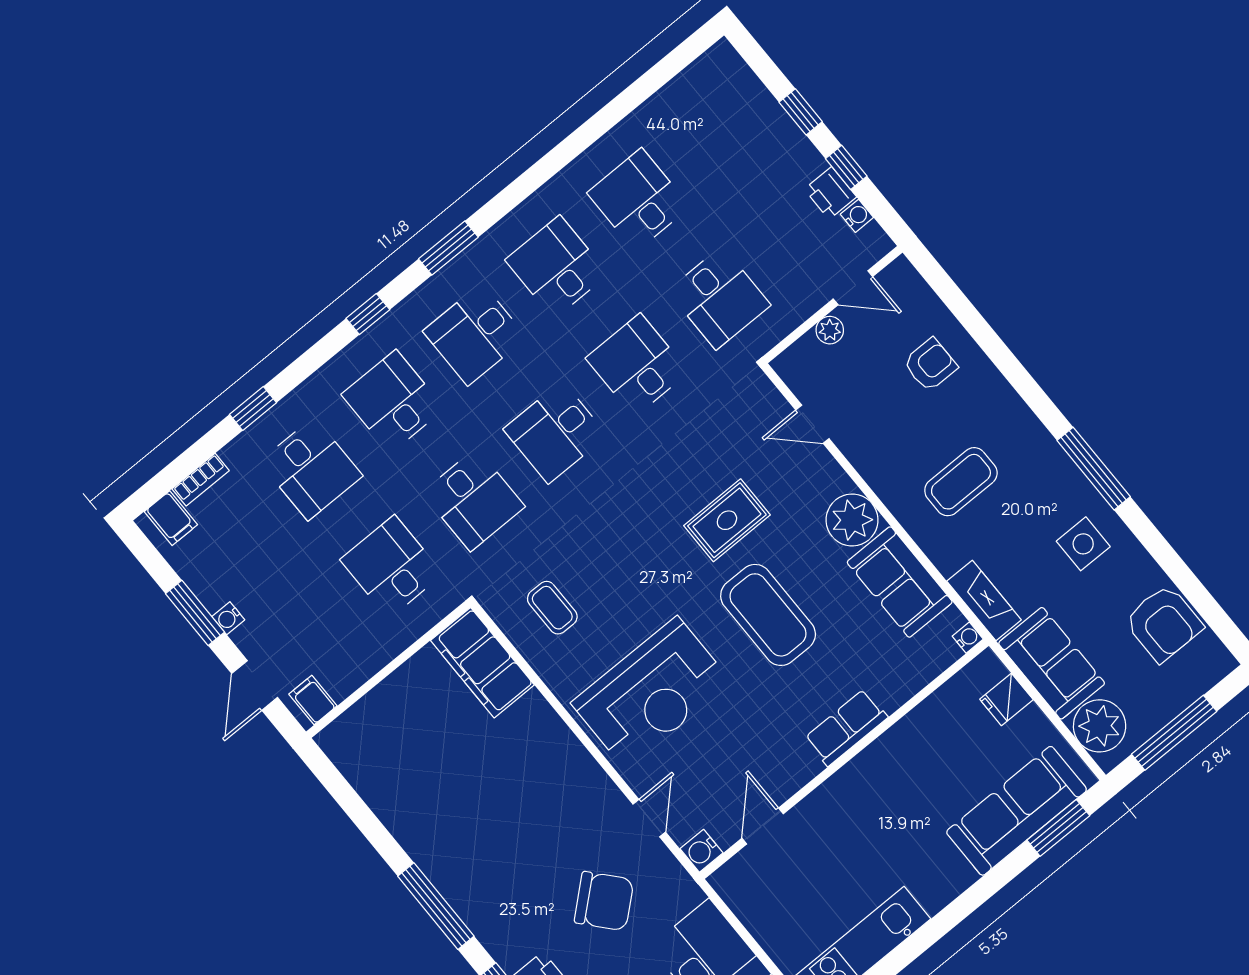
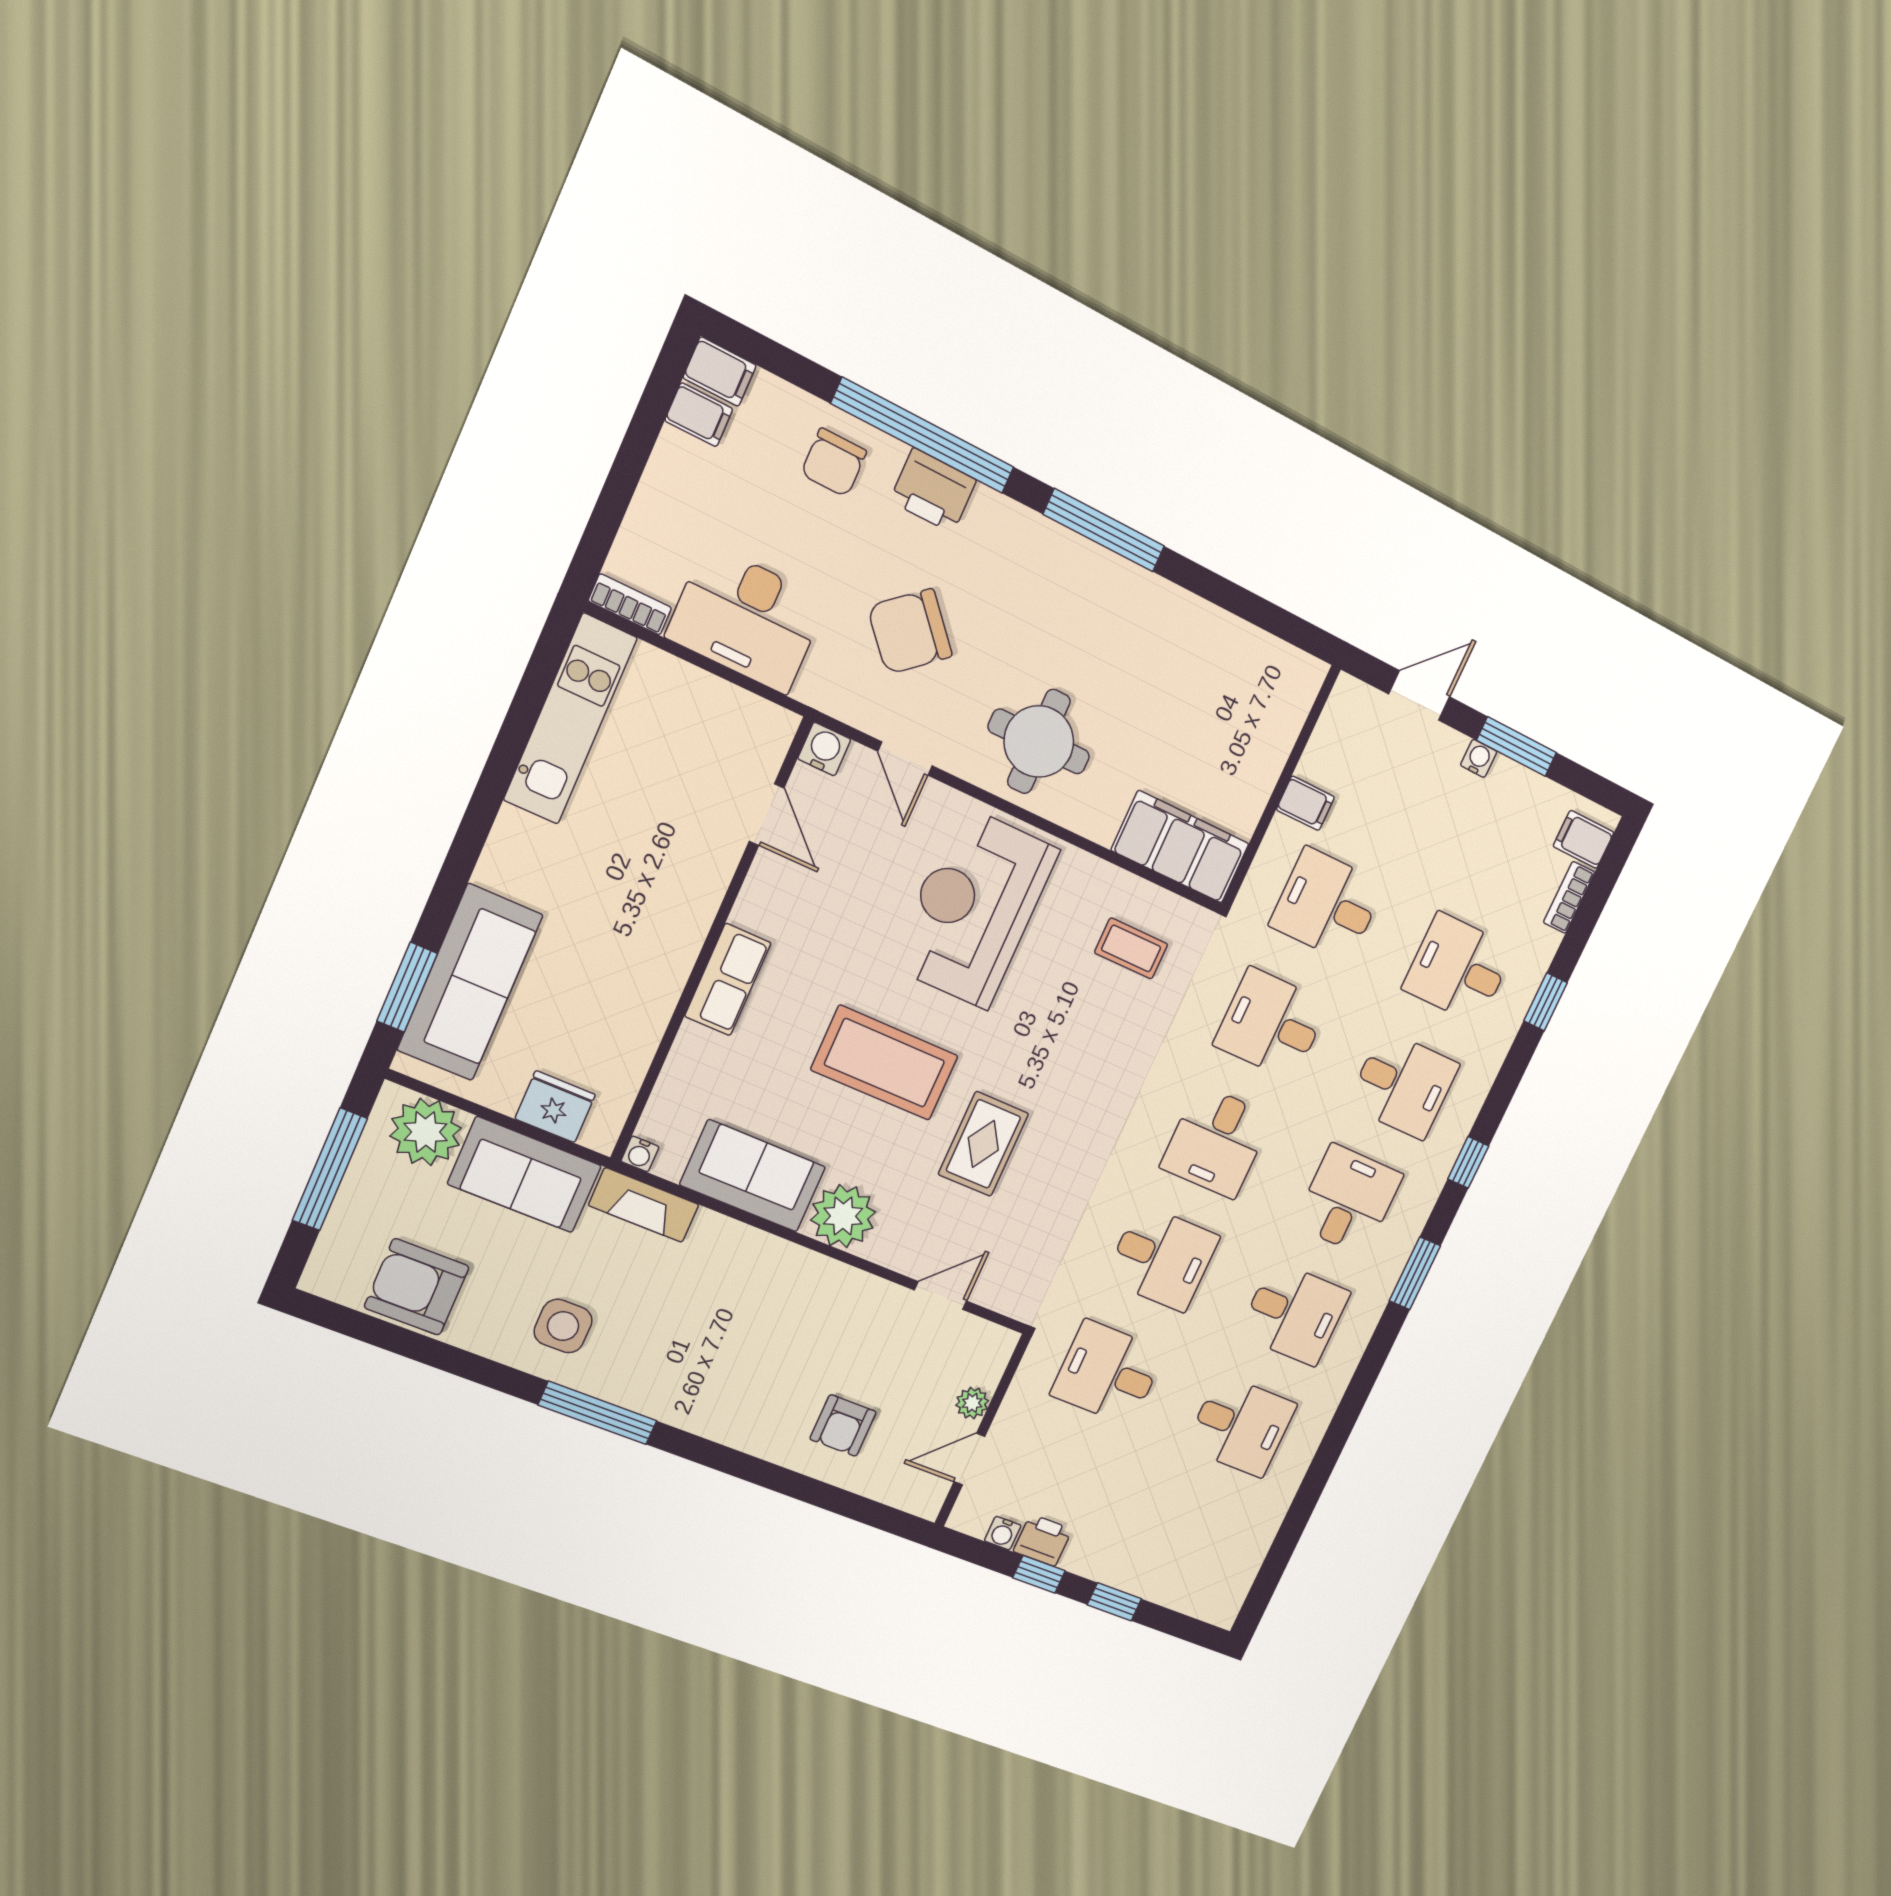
desk: (555, 432) -> (1216, 1142), turned 180
coffee table: (961, 482) -> (742, 1321), removed
desk: (392, 567) -> (1327, 905), turned 180
door: (255, 685) -> (1419, 695), hinge flipped
fridge: (1006, 699) -> (555, 1107), width x1.38
filing cabinet: (313, 700) -> (1305, 803), moved
round table: (550, 785) -> (1039, 742), added

